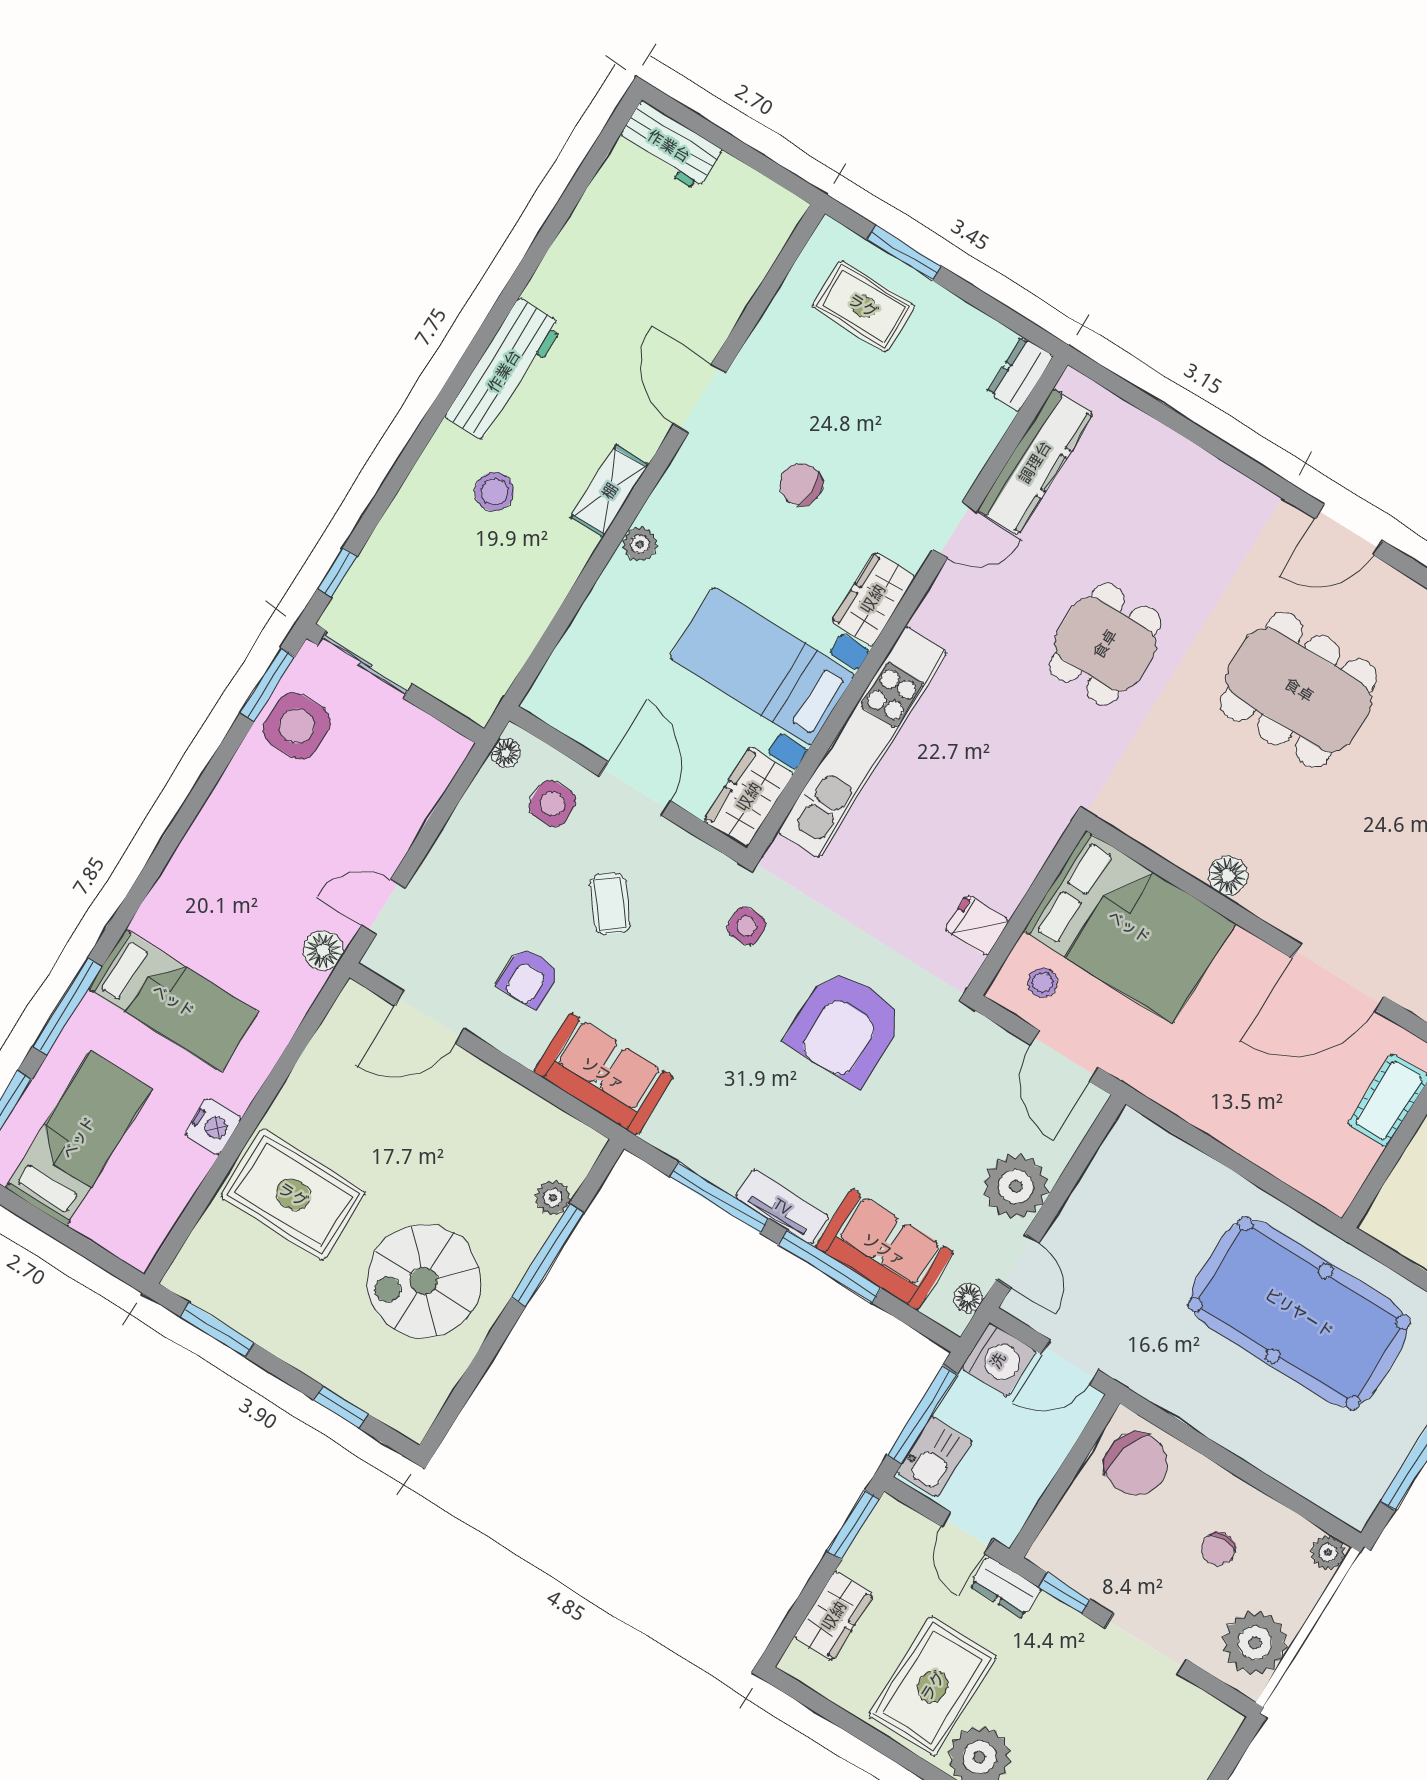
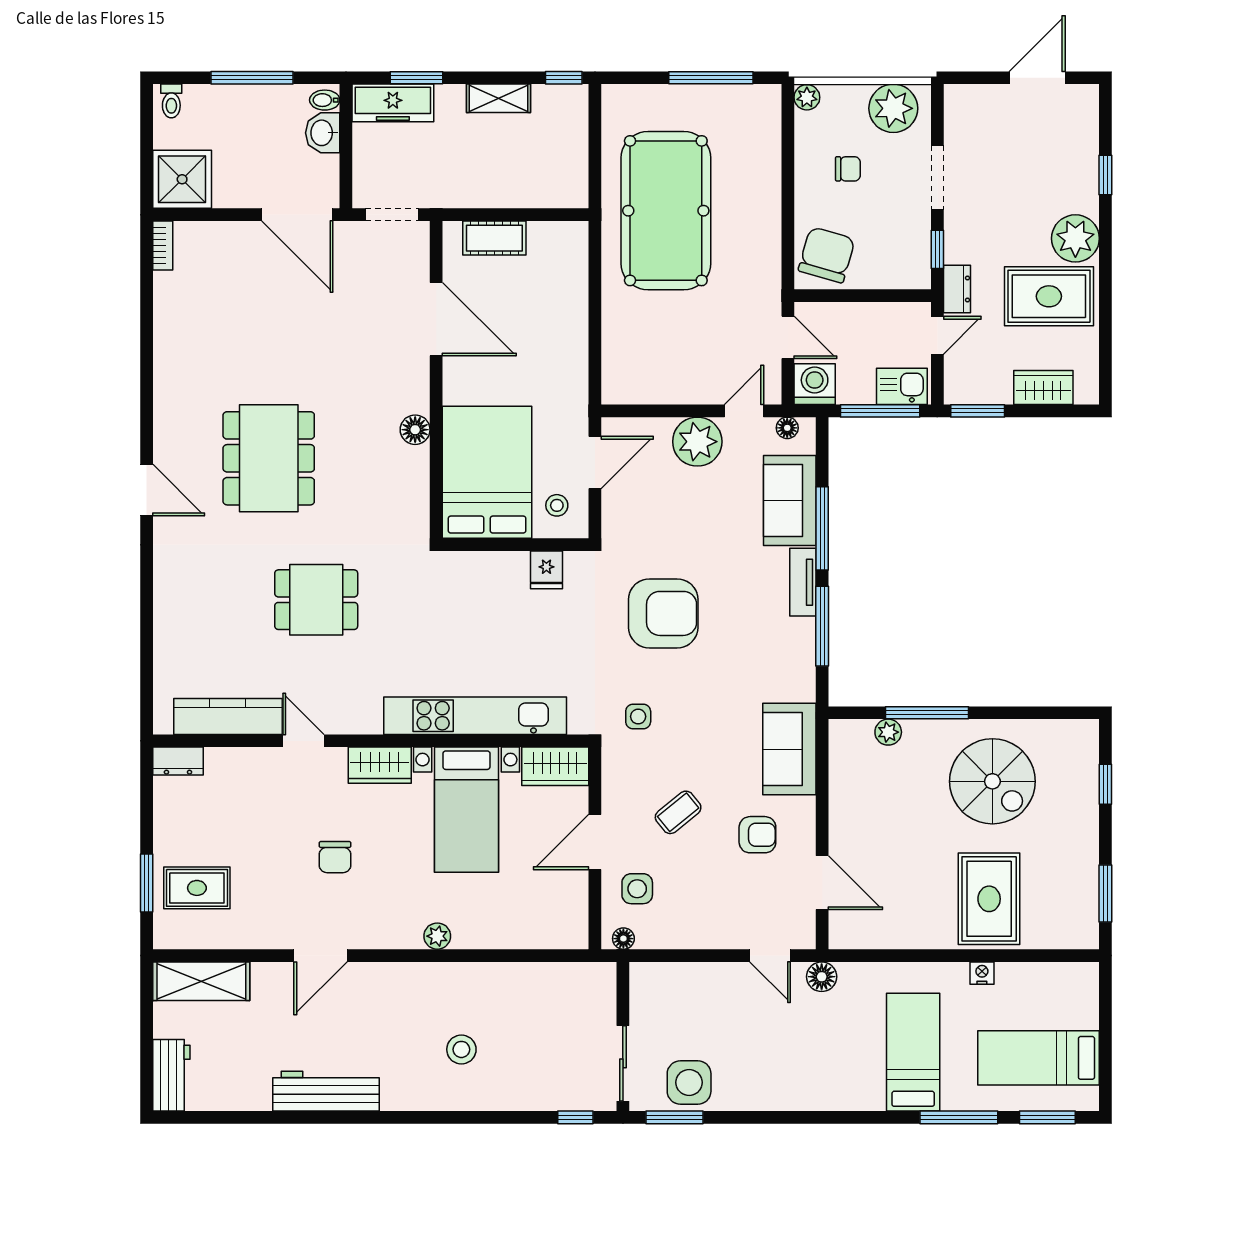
rug: (863, 306) -> (197, 888), turned 90
workbench: (504, 371) -> (326, 1091), moved
shelving: (610, 491) -> (201, 981), moved, width x1.50, depth x1.33
nightstand: (213, 1126) -> (982, 973), width x0.72, depth x0.74

